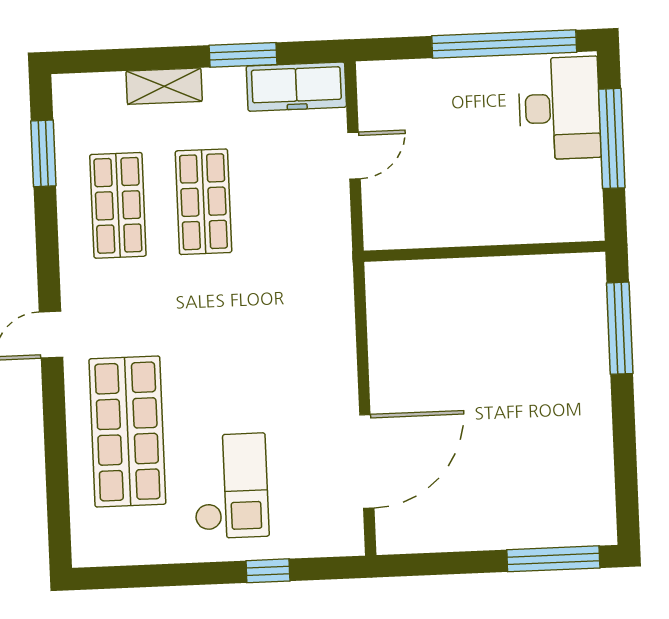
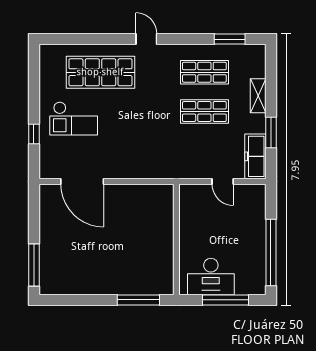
desk: (559, 108) -> (211, 277), moved

